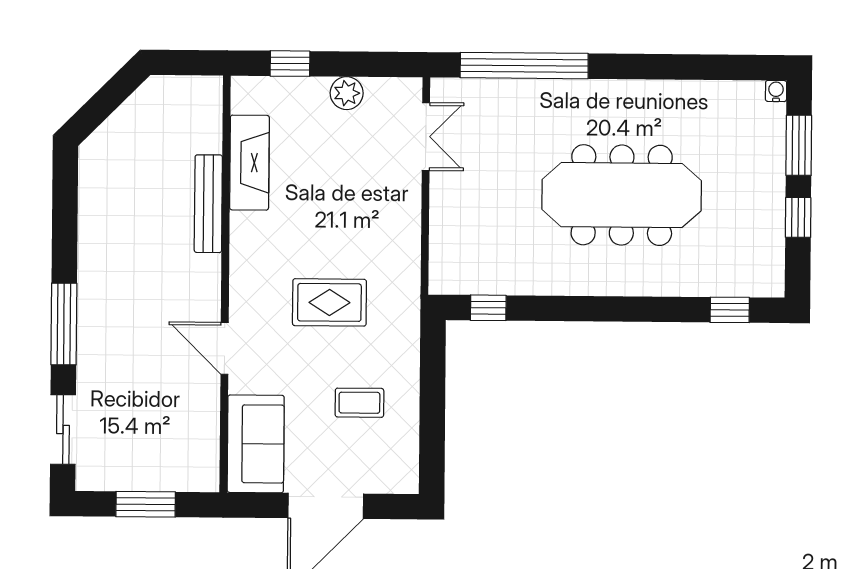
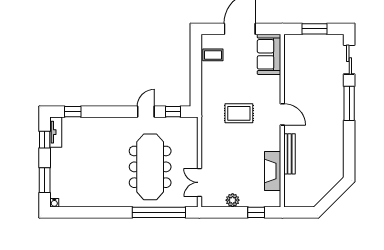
meeting table: (622, 195) -> (150, 167), moved, turned 90
window: (798, 217) -> (45, 140), moved
tv unit: (771, 261) -> (56, 132), added
door: (554, 308) -> (146, 112), added
door: (225, 348) -> (282, 114), moved
coffee table: (359, 403) -> (213, 55), moved

